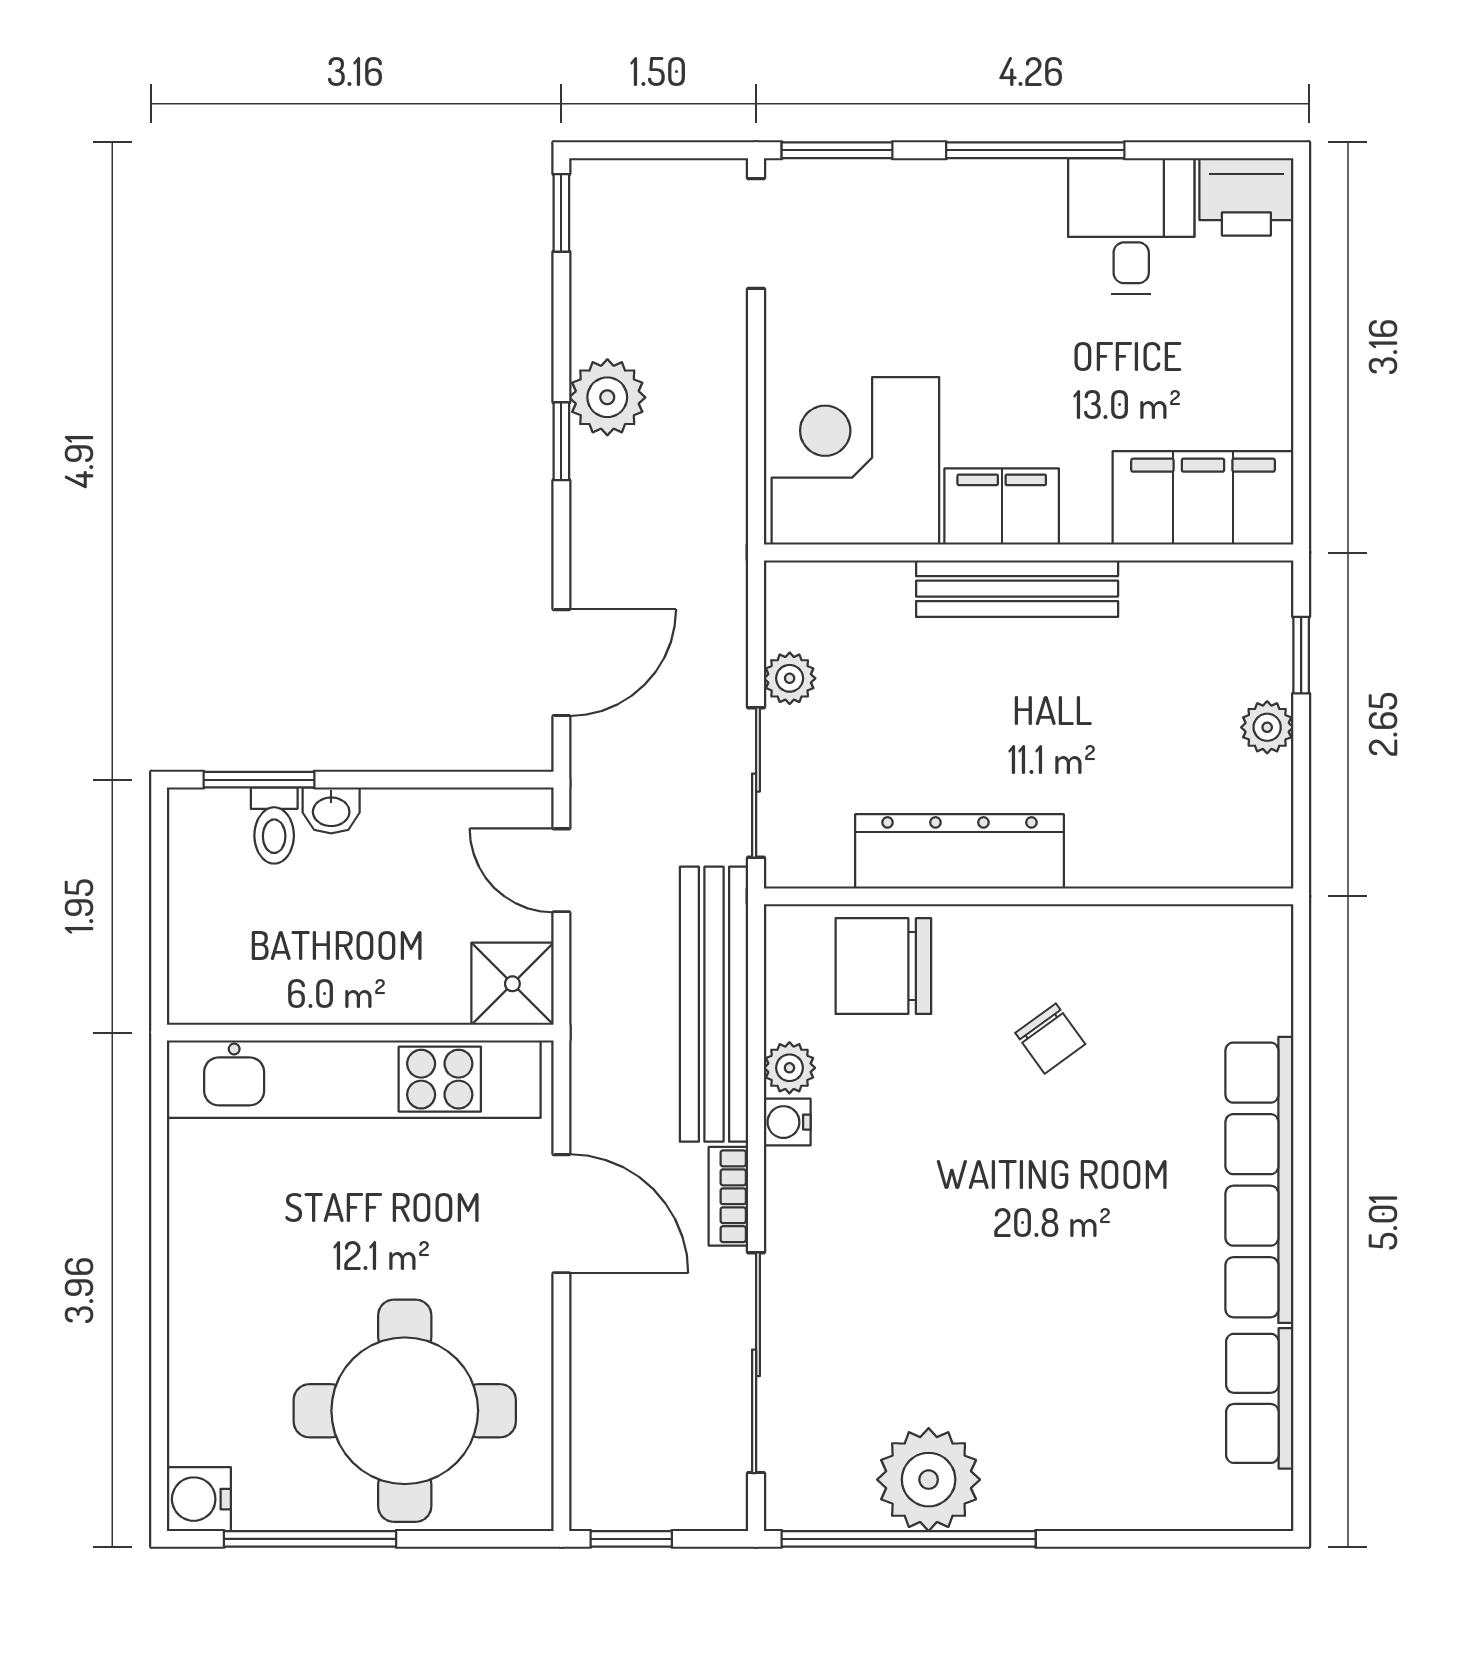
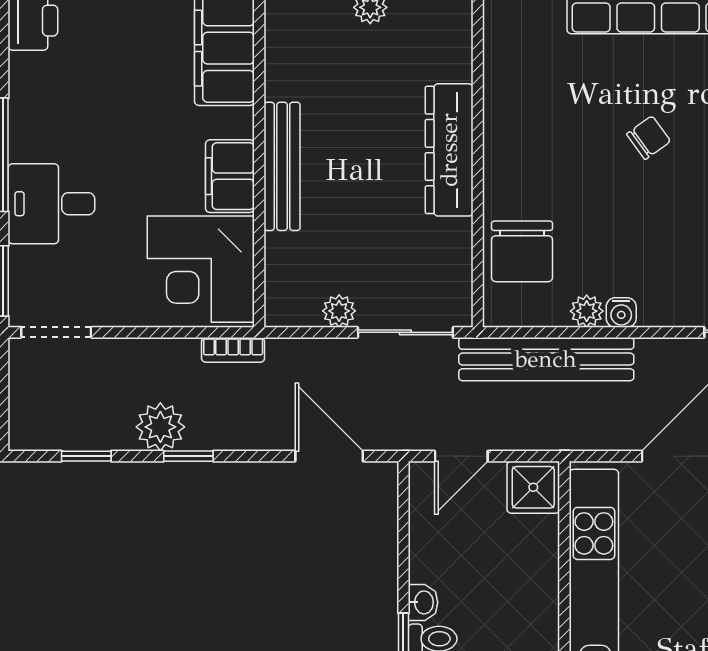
window: (561, 213) -> (86, 456), moved
desk: (1131, 226) -> (51, 204), moved
dresser: (959, 851) -> (449, 150), moved
chair: (1050, 1039) -> (649, 138), moved
bookcase: (728, 1196) -> (233, 350), moved

